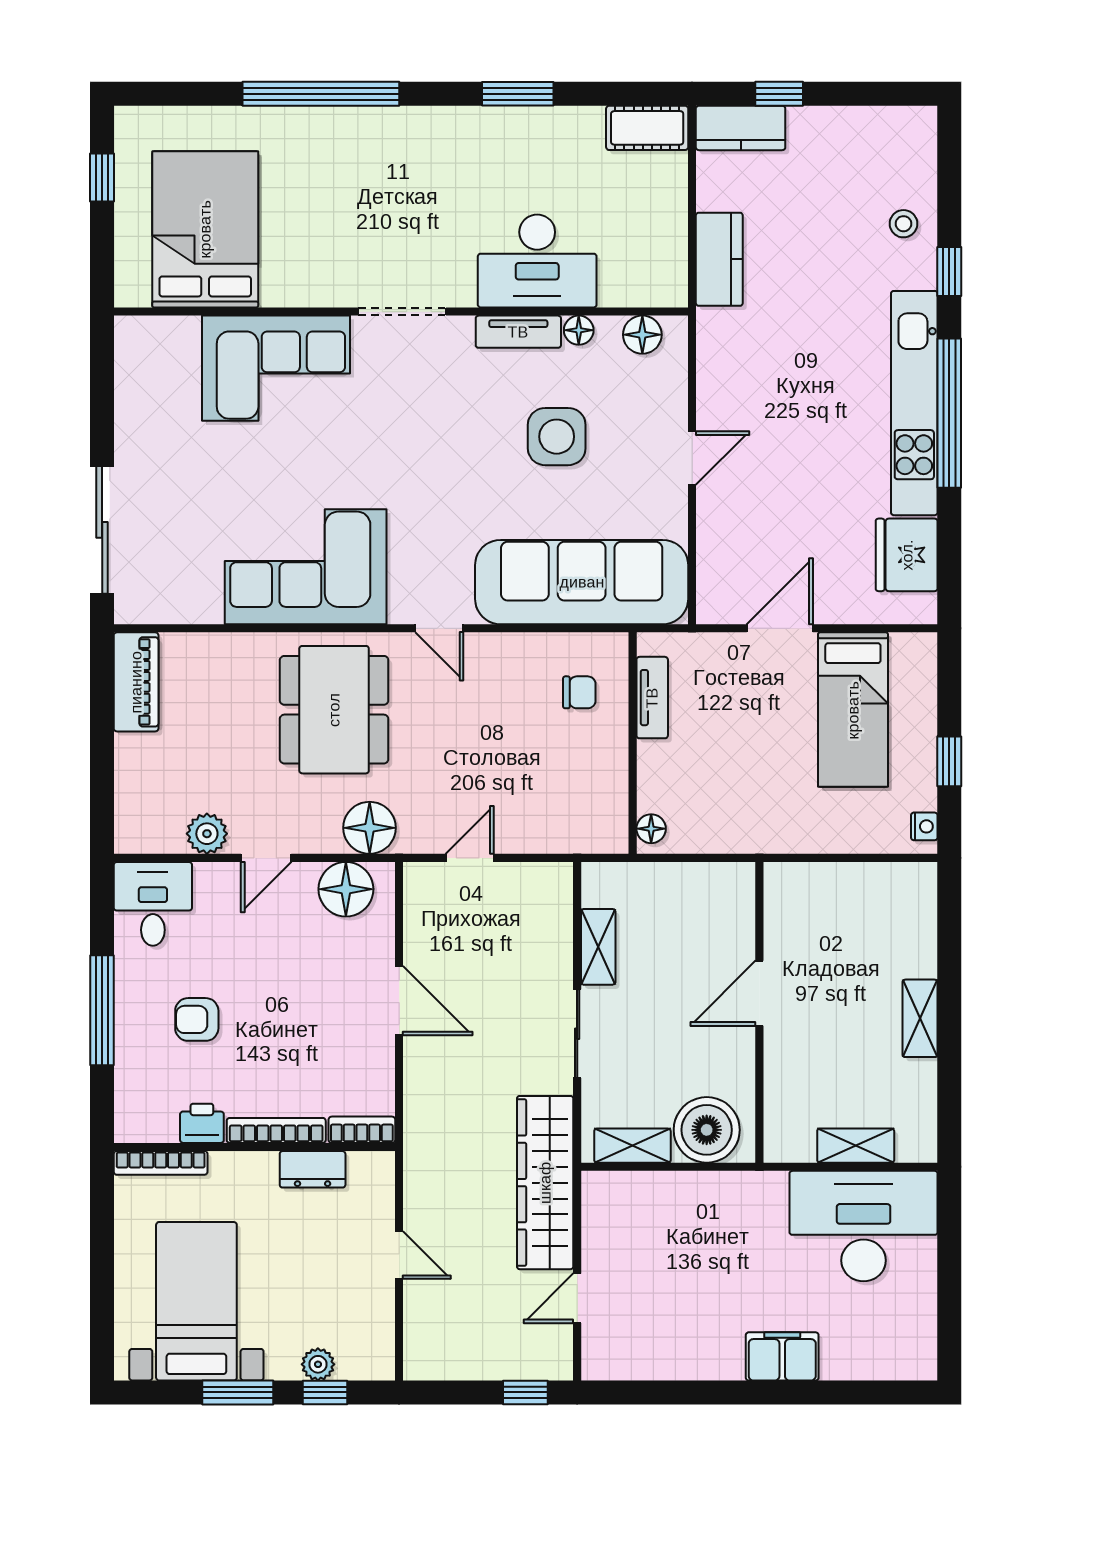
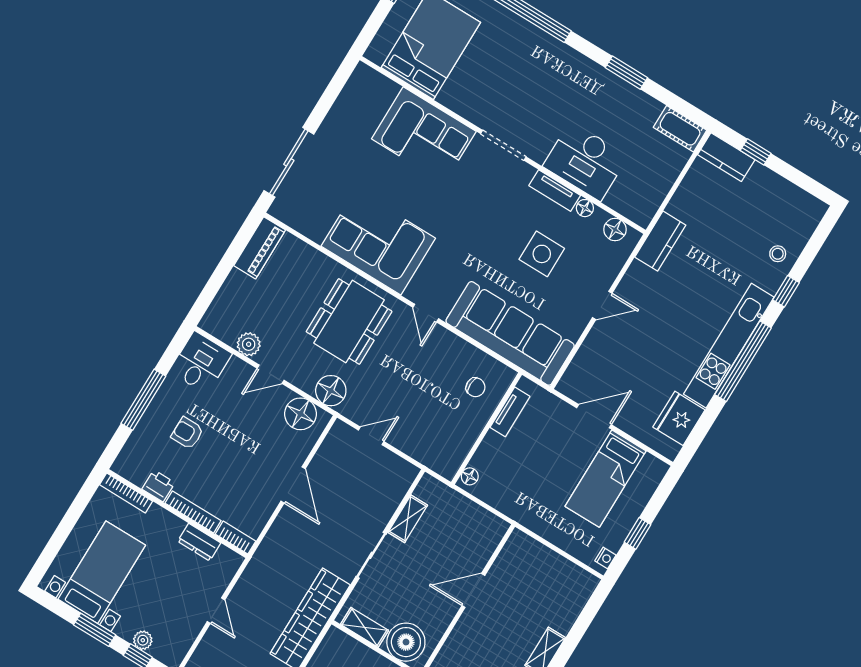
kitchen counter: (719, 259) -> (660, 241), moved

